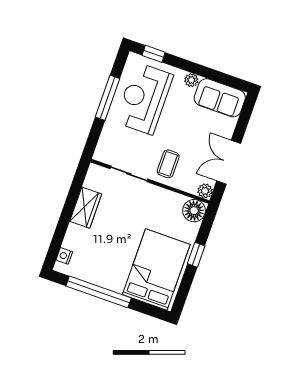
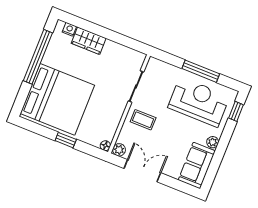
wardrobe: (86, 208) -> (89, 41), moved
floor lamp: (194, 211) -> (105, 146), width x0.53, depth x0.53
bed: (156, 269) -> (57, 99), width x1.36

